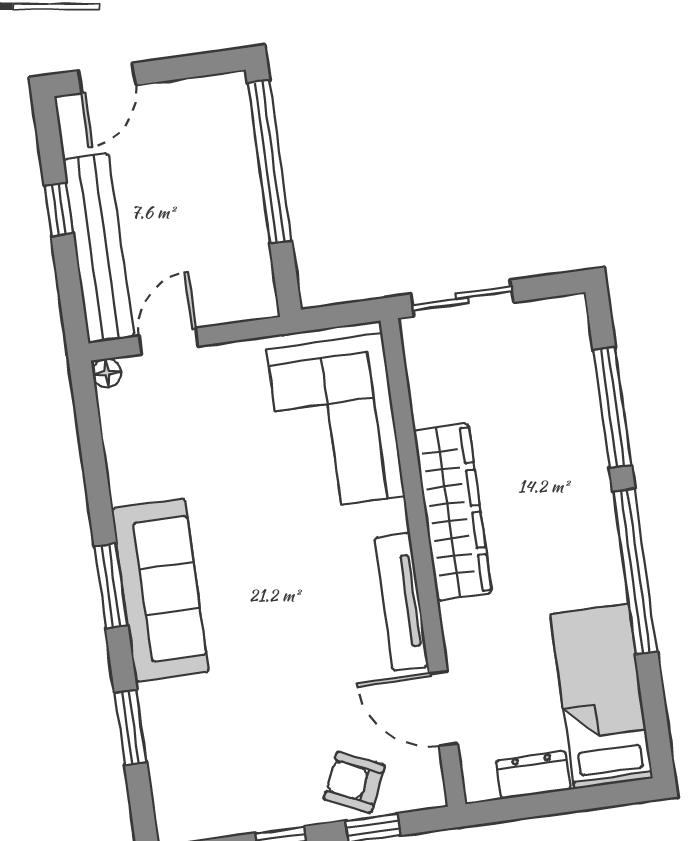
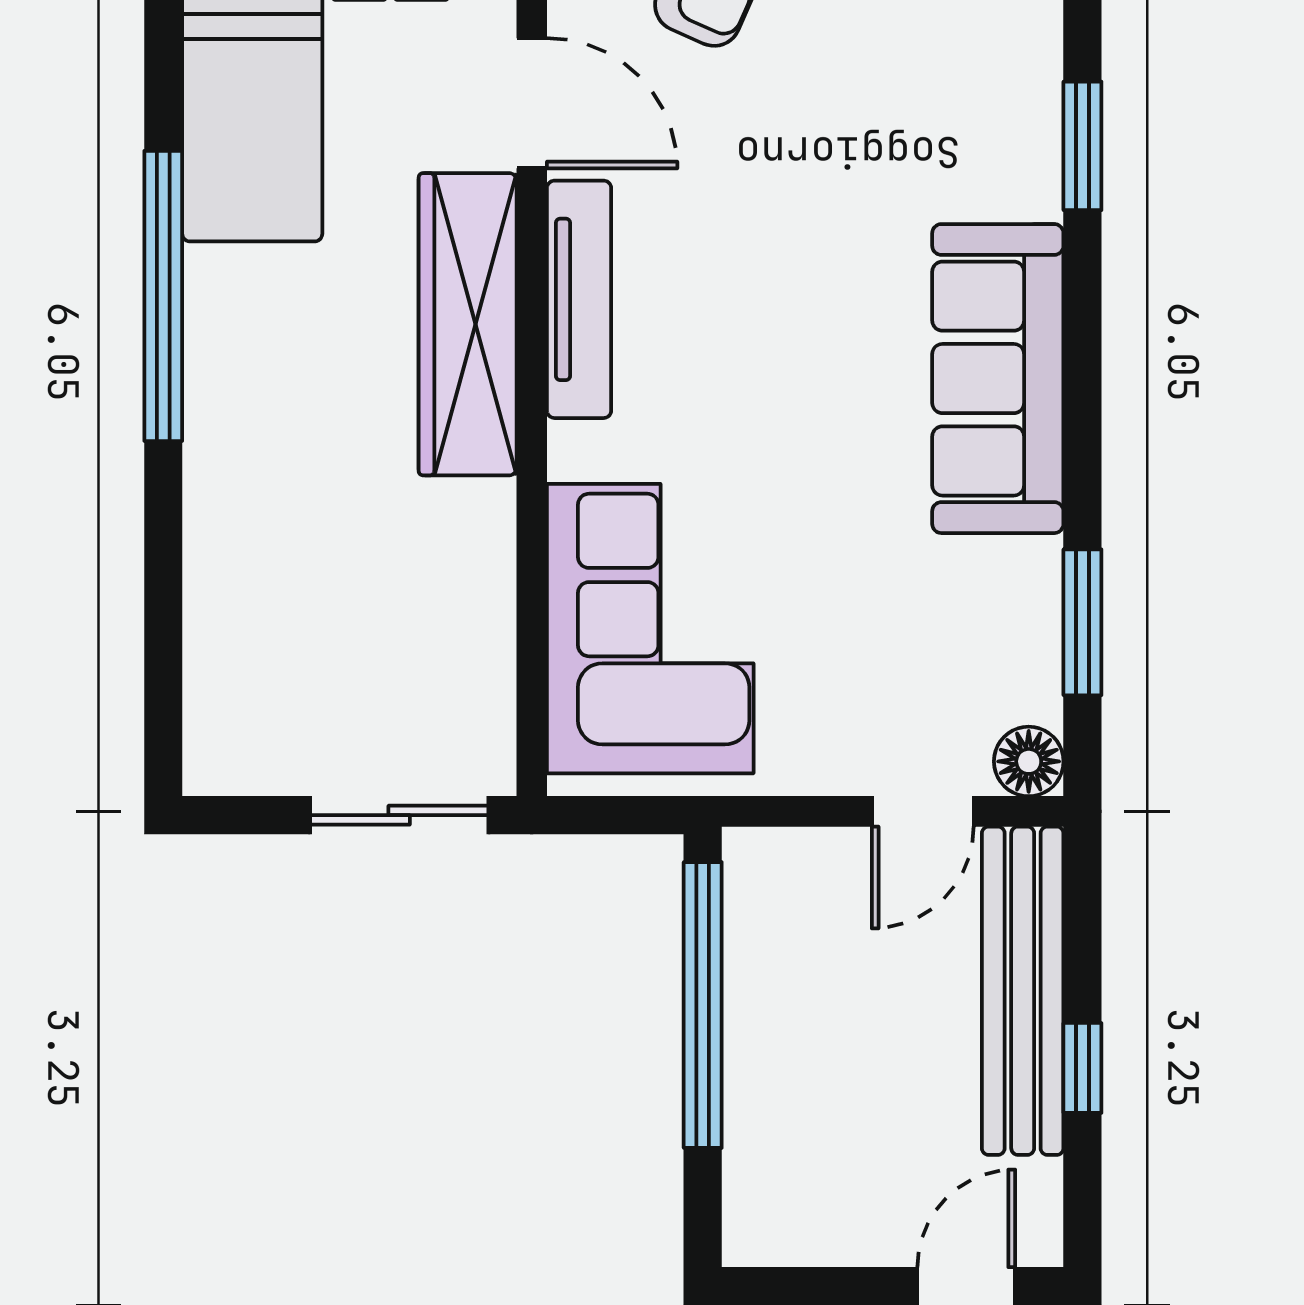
window: (270, 162) -> (703, 1005), moved
floor lamp: (107, 373) -> (1029, 761), width x1.37, depth x1.37
window: (612, 407) -> (163, 588), removed
wardrobe: (453, 512) -> (468, 324), moved
window: (111, 586) -> (1082, 622), moved

